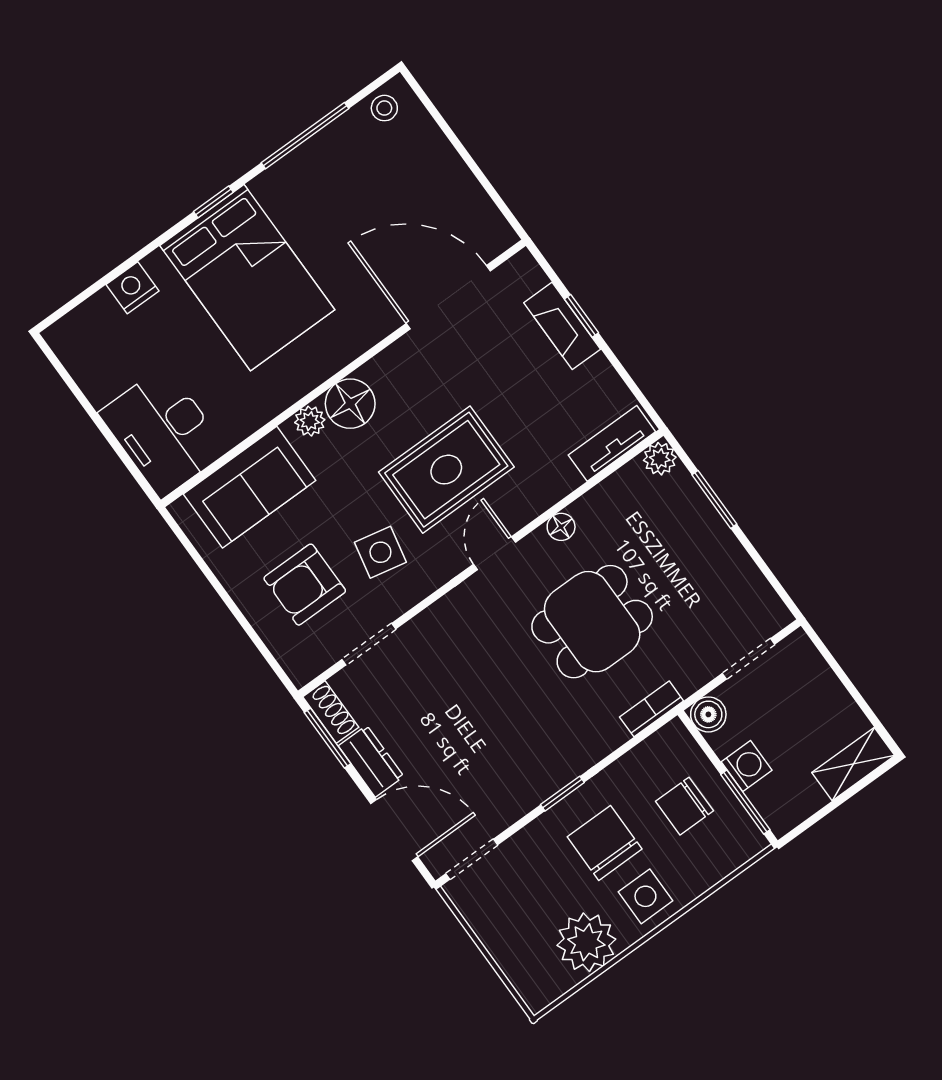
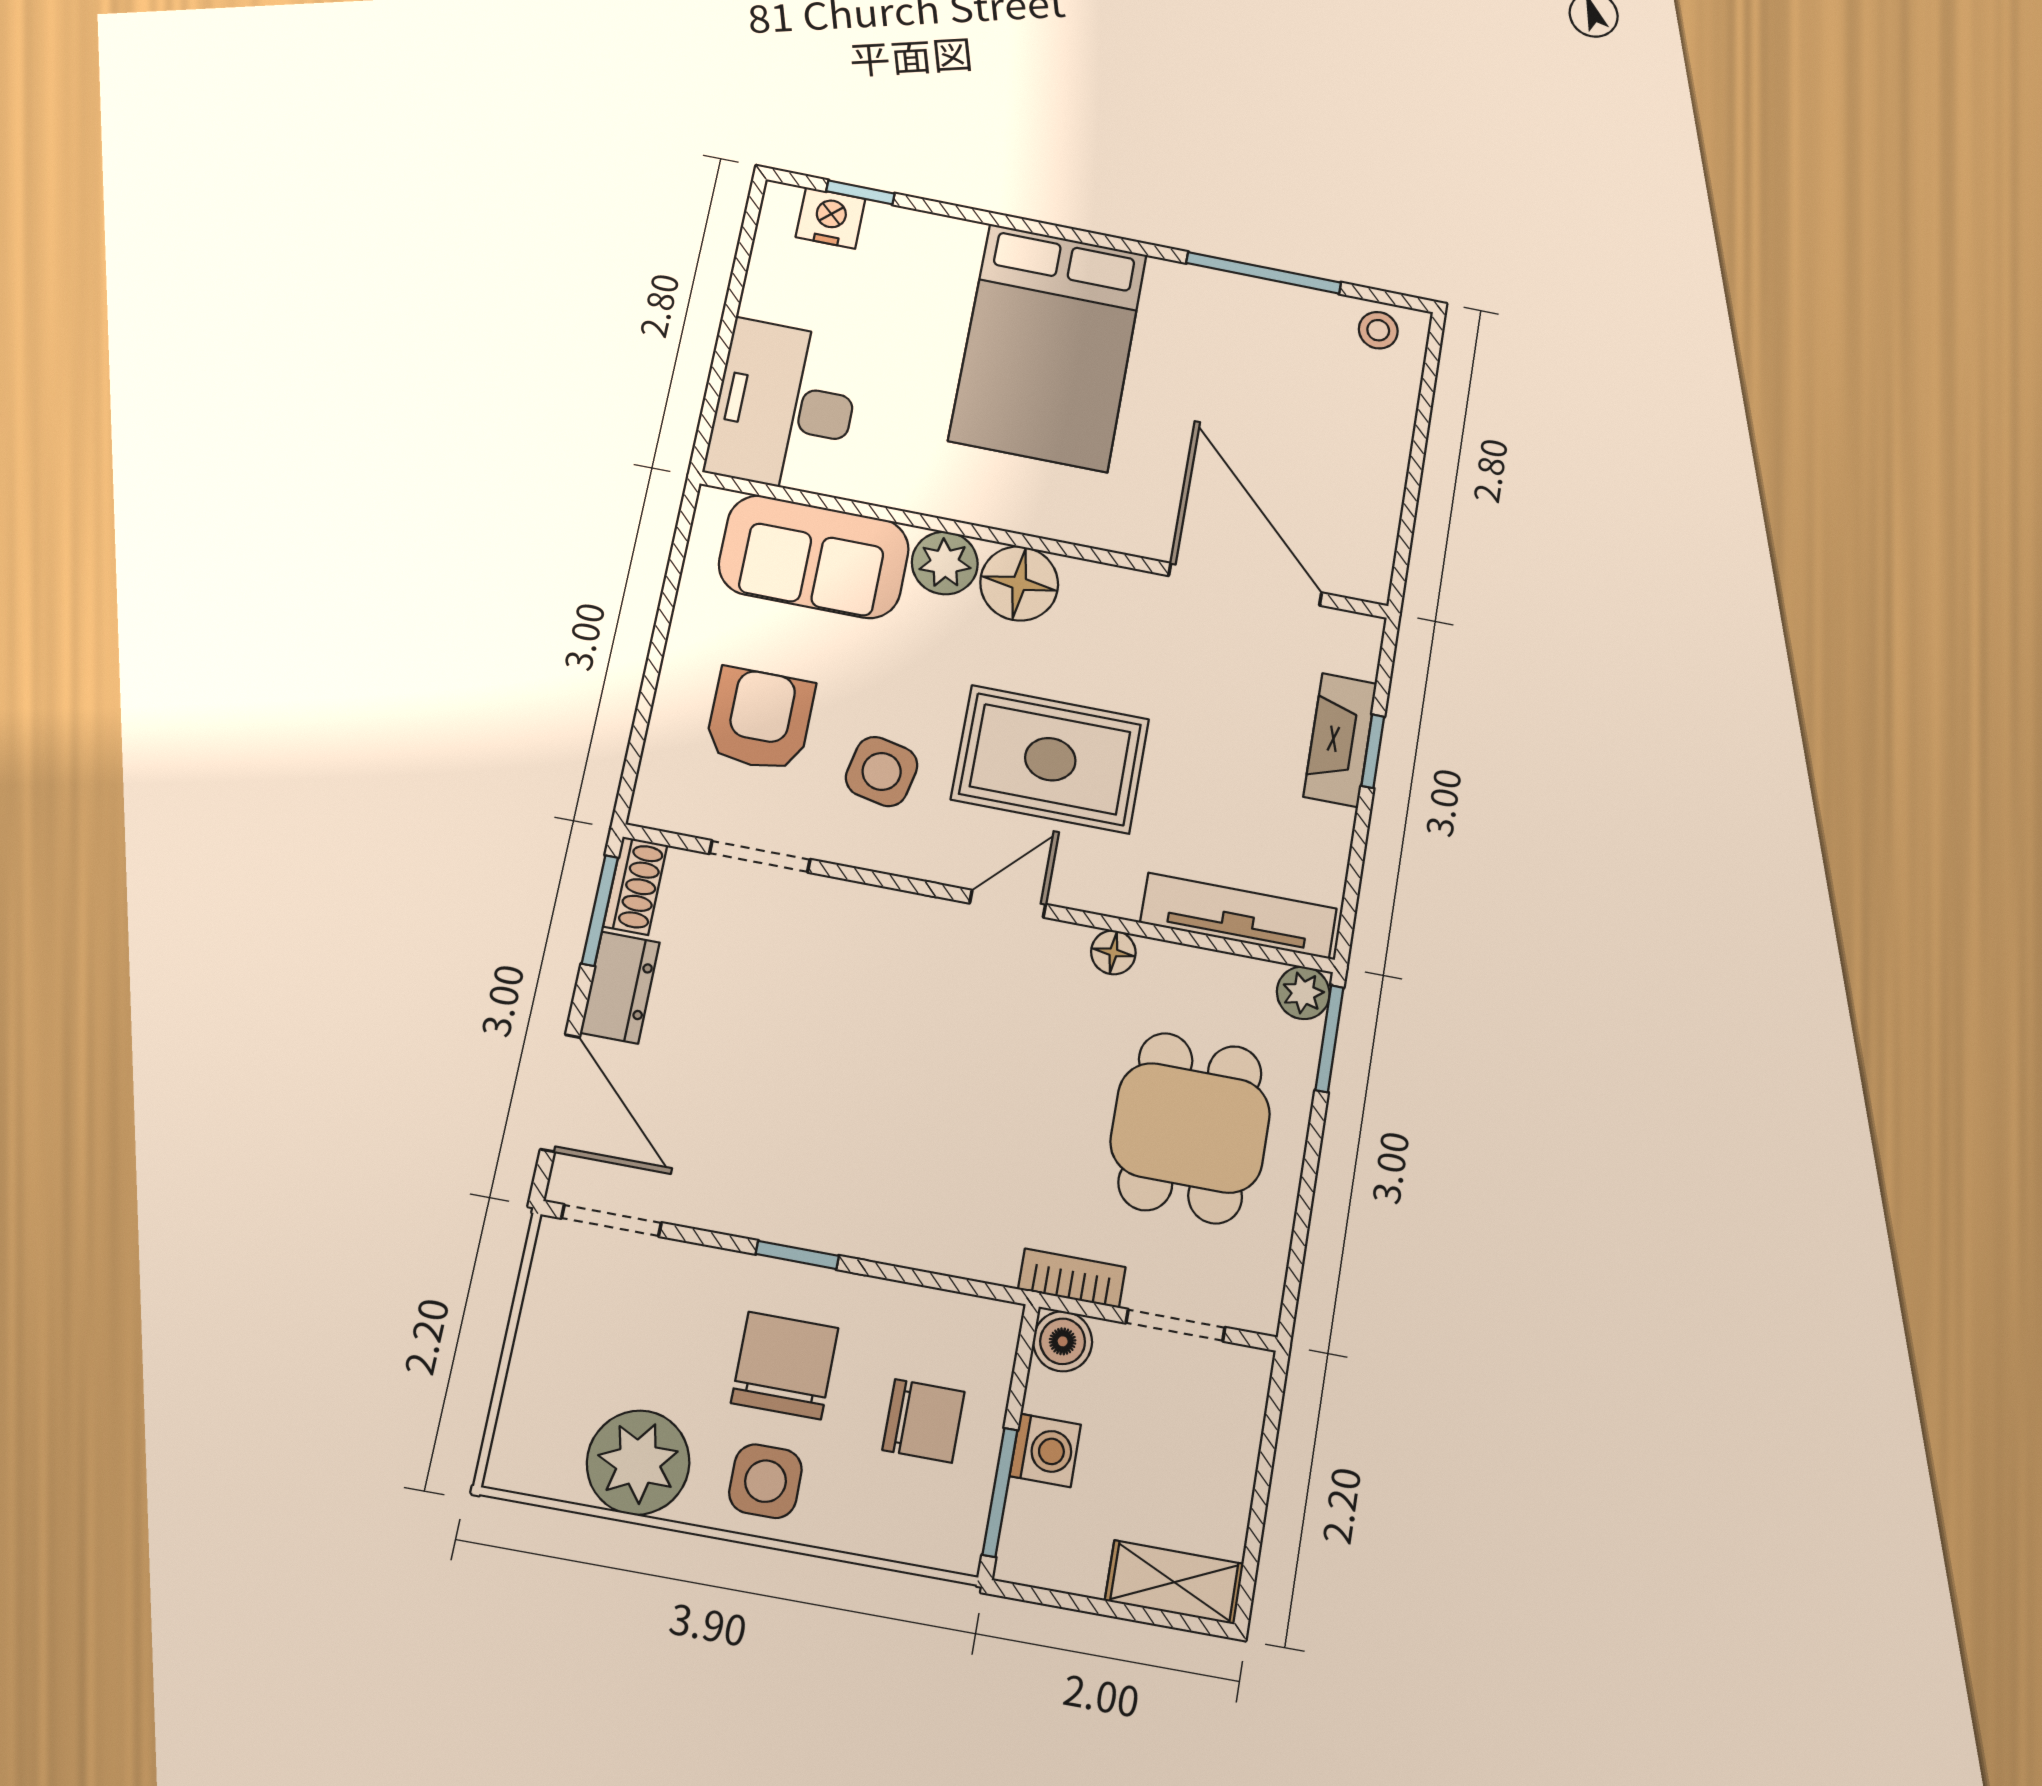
window: (213, 202) -> (860, 192), moved
nightstand: (132, 288) -> (831, 218), moved
plant: (310, 421) -> (945, 563), width x1.38, depth x1.38
tv unit: (612, 443) -> (1239, 916), width x1.41
window: (714, 499) -> (1329, 1039), moved
armchair: (305, 585) -> (760, 719), turned 90
dining table: (592, 622) -> (1190, 1128), moved, turned 90
bookcase: (652, 709) -> (1072, 1278), moved
chair: (684, 806) -> (923, 1421), turned 180

